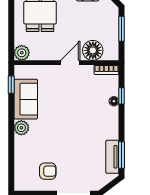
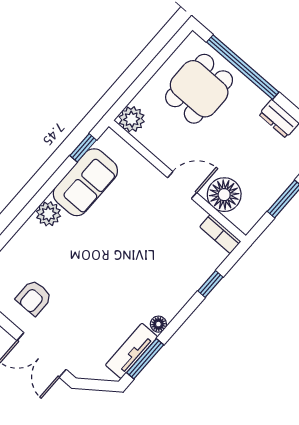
floor lamp: (114, 101) -> (158, 324), moved
armchair: (48, 171) -> (34, 298), turned 90

